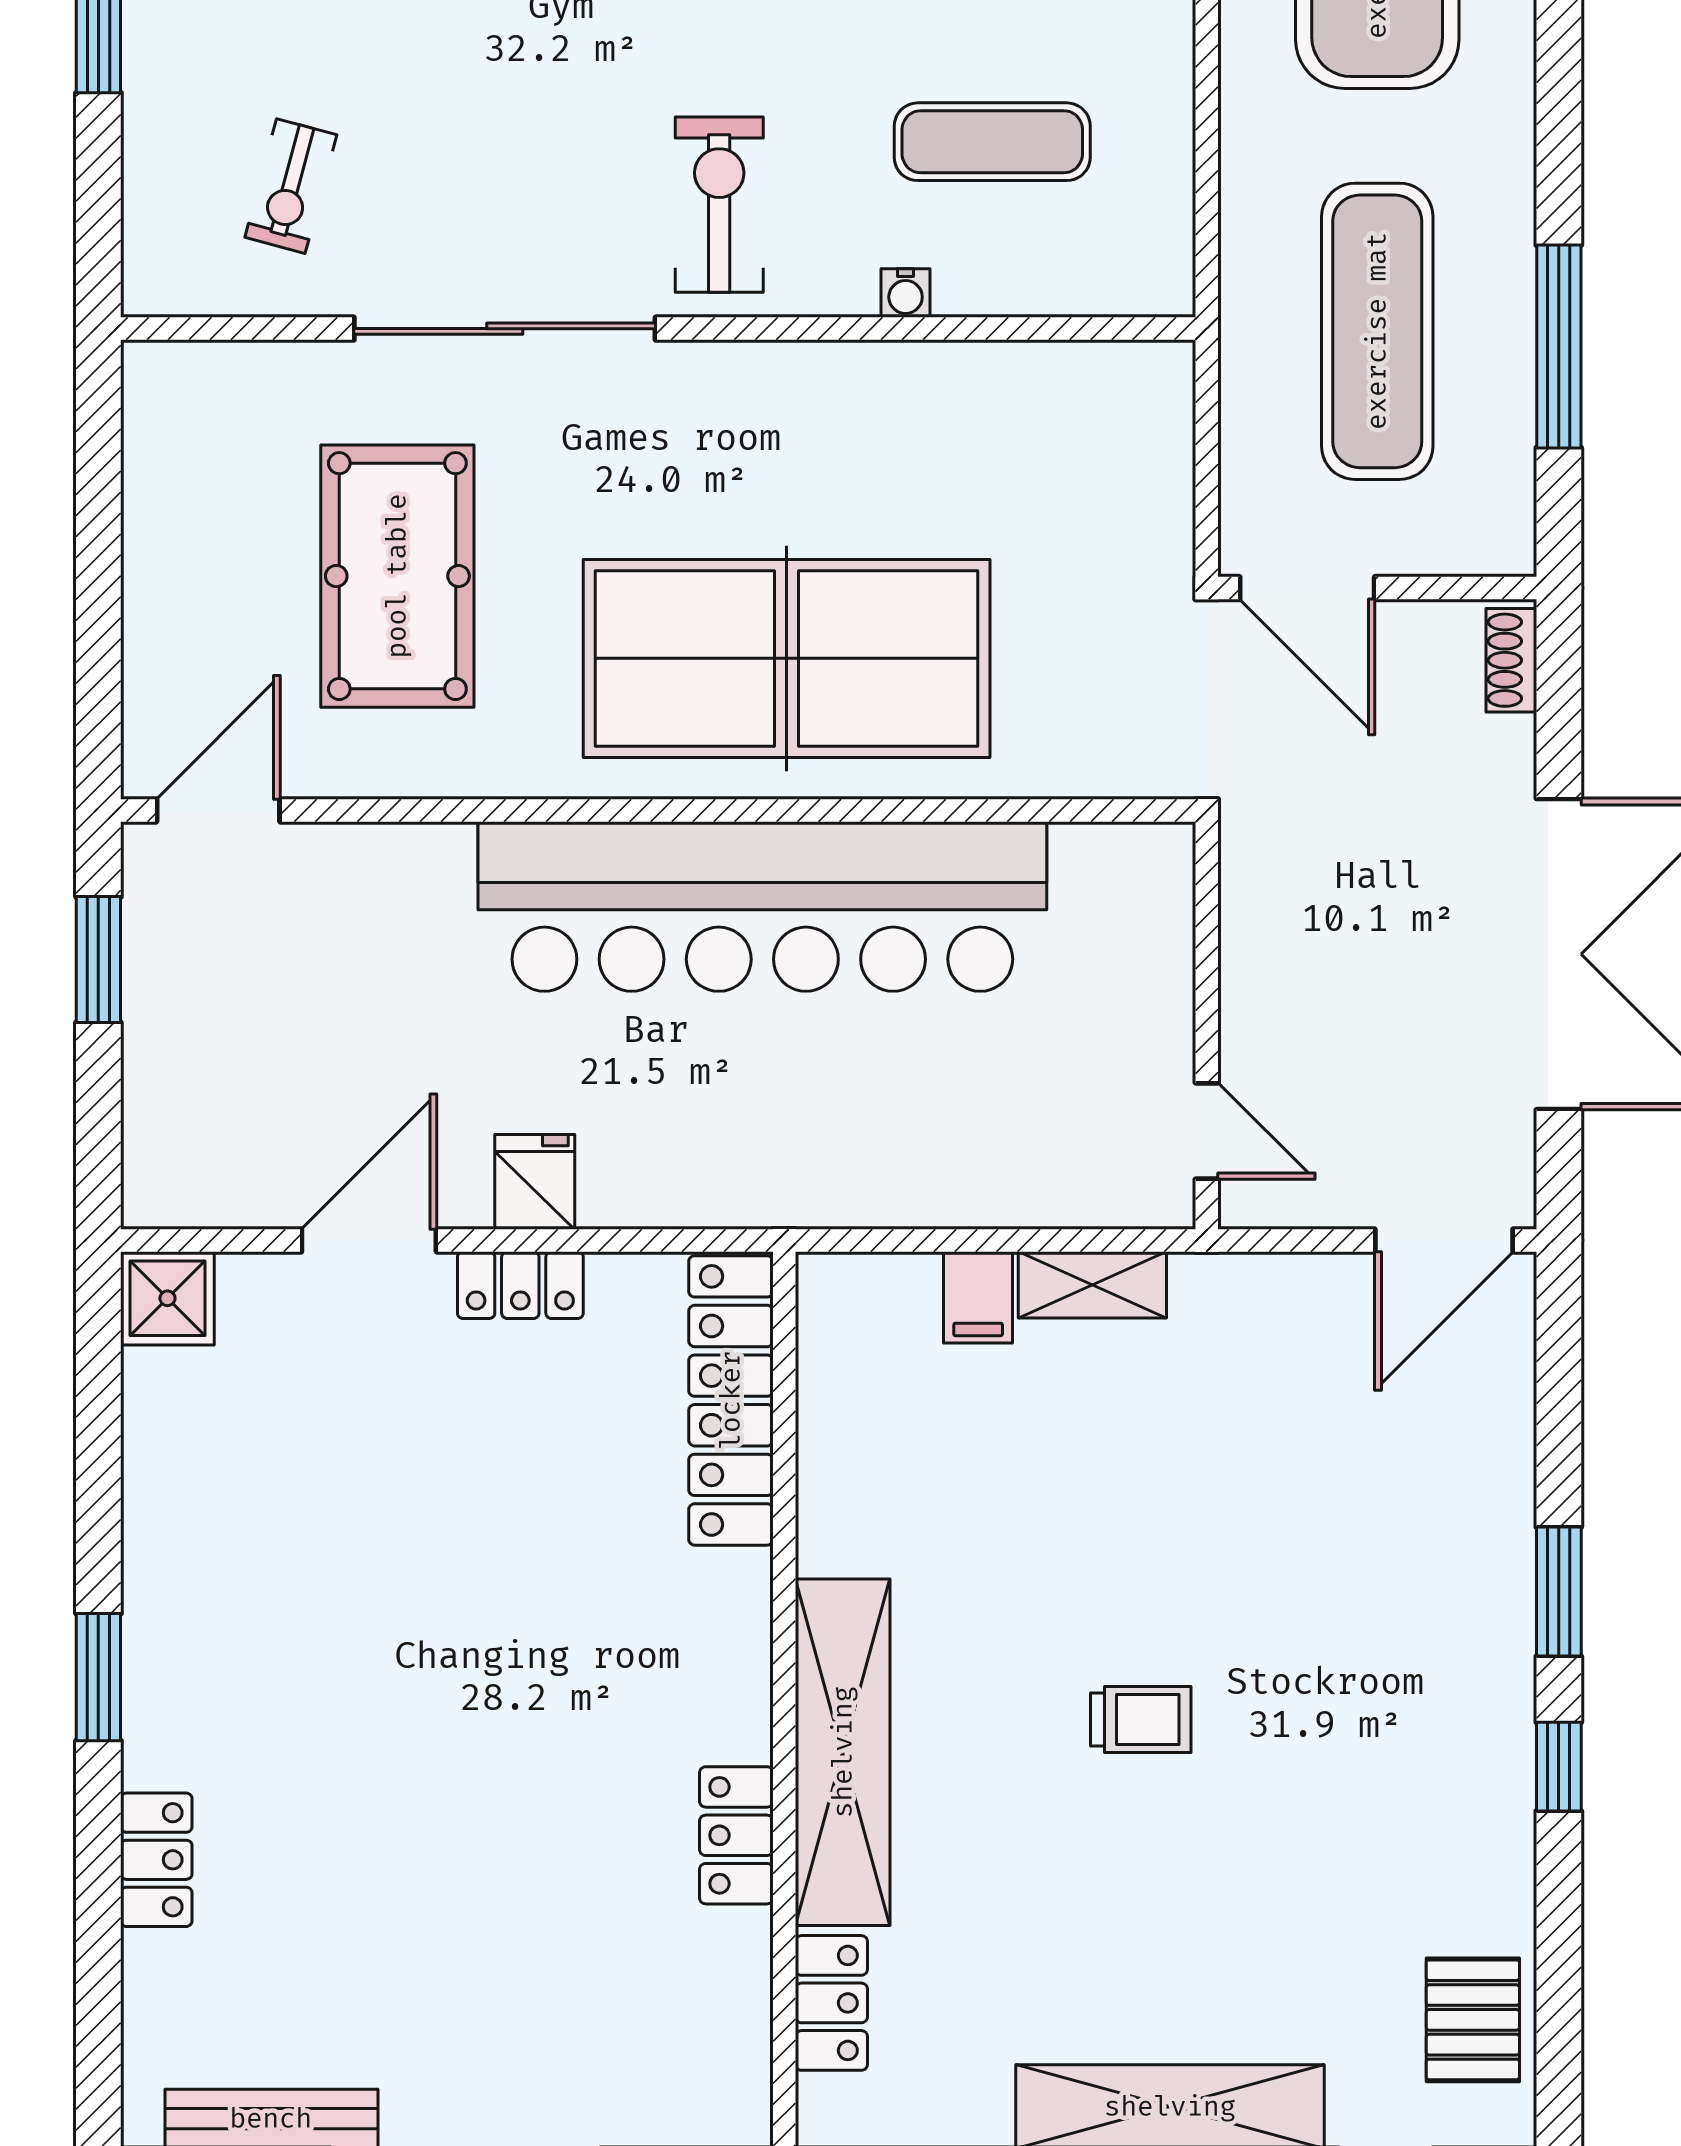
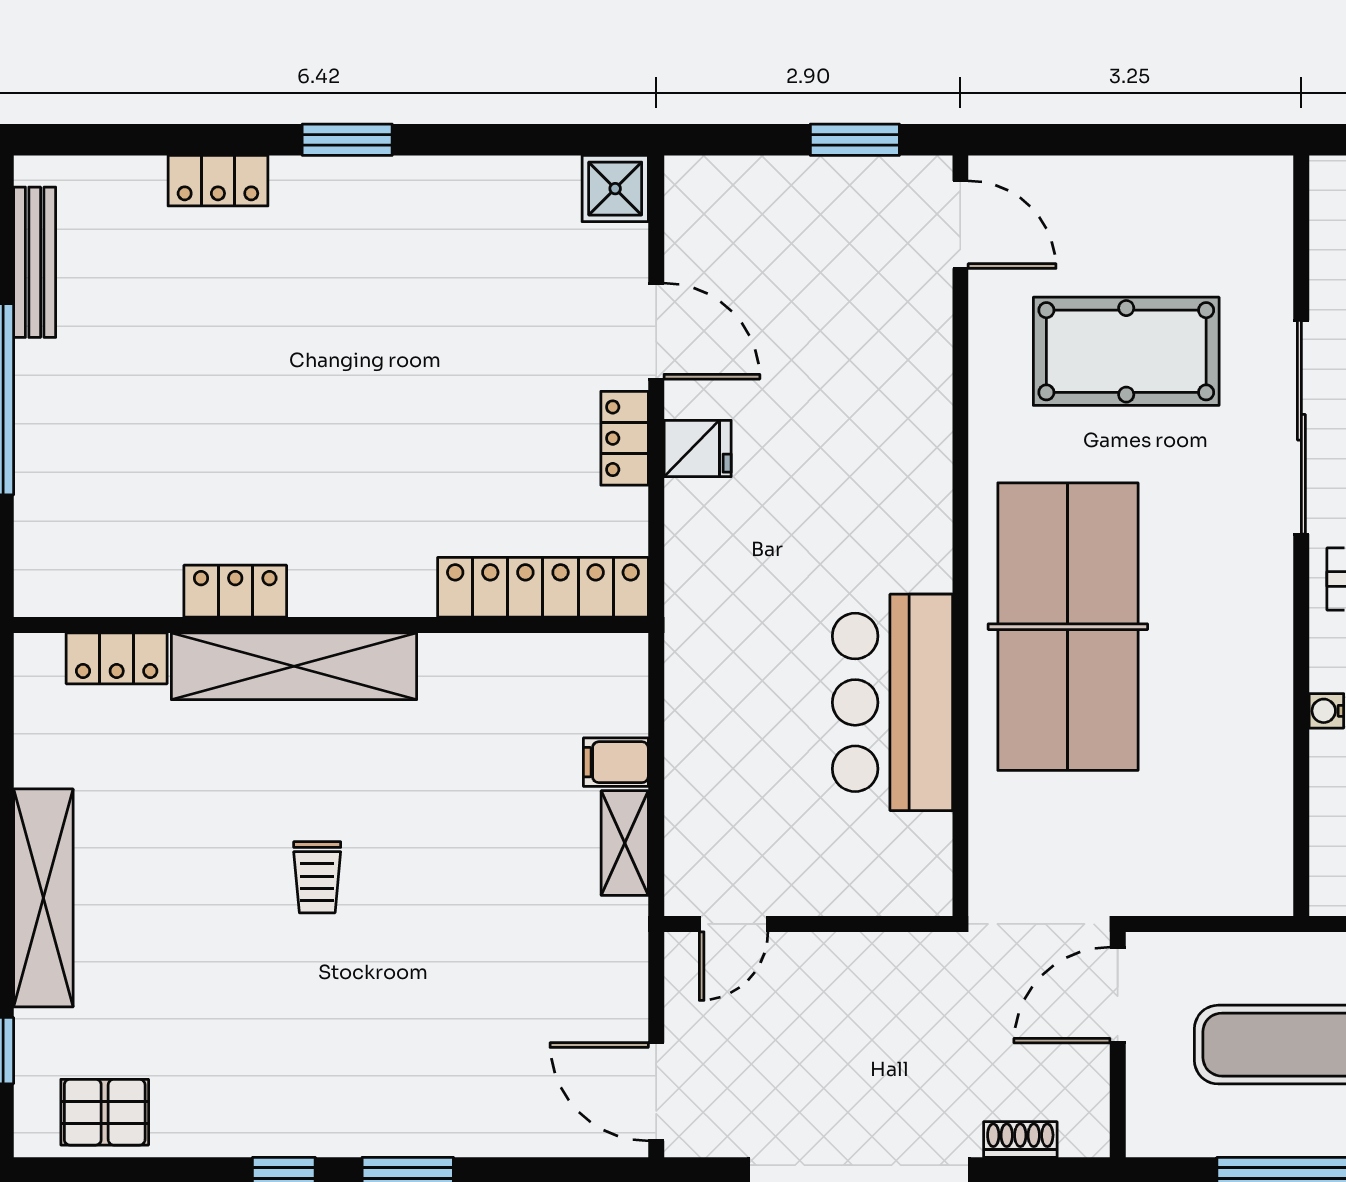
shoe rack: (1511, 660) -> (1020, 1140), moved
bar counter: (762, 907) -> (892, 702), width x0.54

